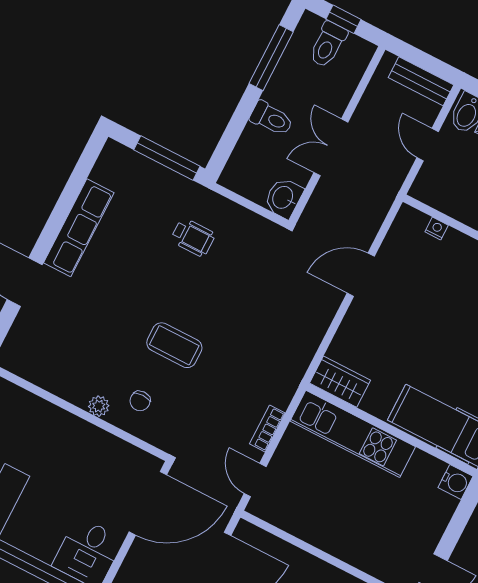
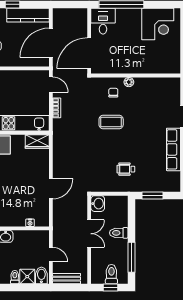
window: (167, 158) -> (153, 196), width x0.69

